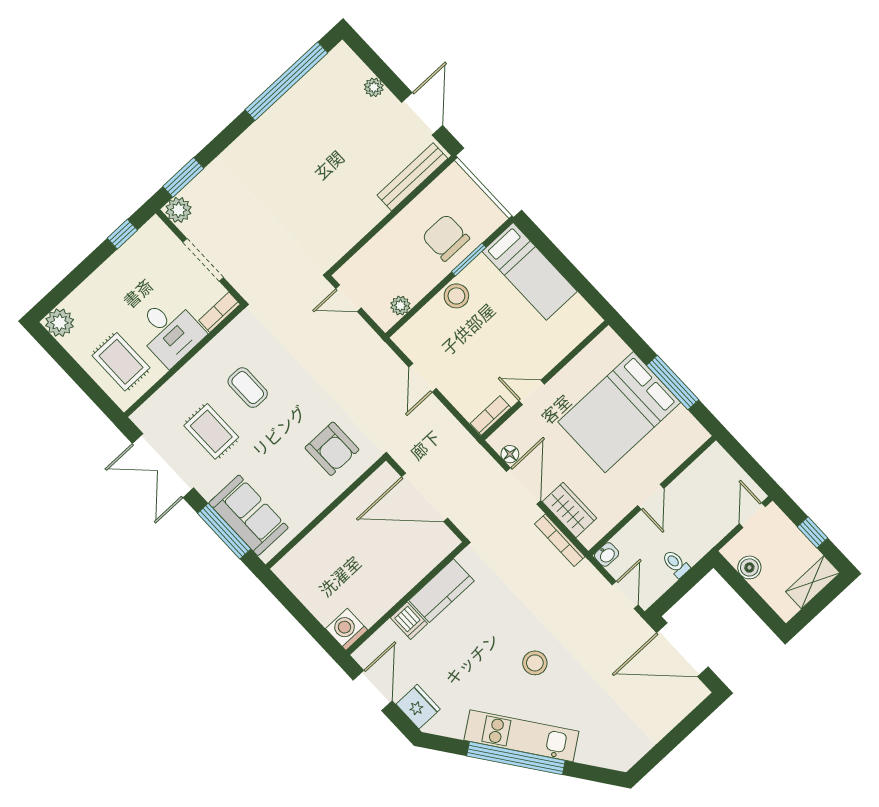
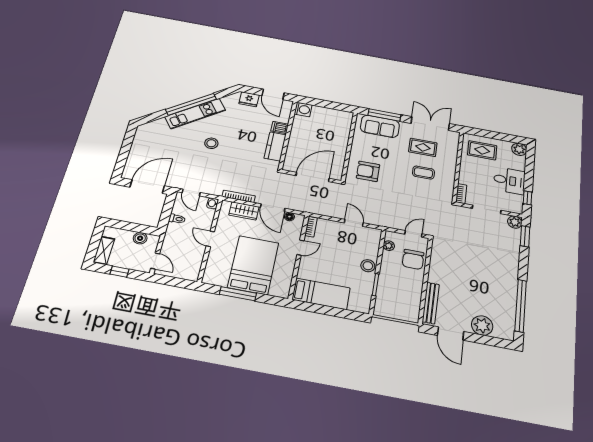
plant: (374, 87) -> (482, 325), width x1.87, depth x1.87
chair: (446, 238) -> (413, 259), moved, turned 90
bed: (530, 271) -> (321, 294), moved, turned 180
desk: (169, 331) -> (509, 181), moved, turned 180

